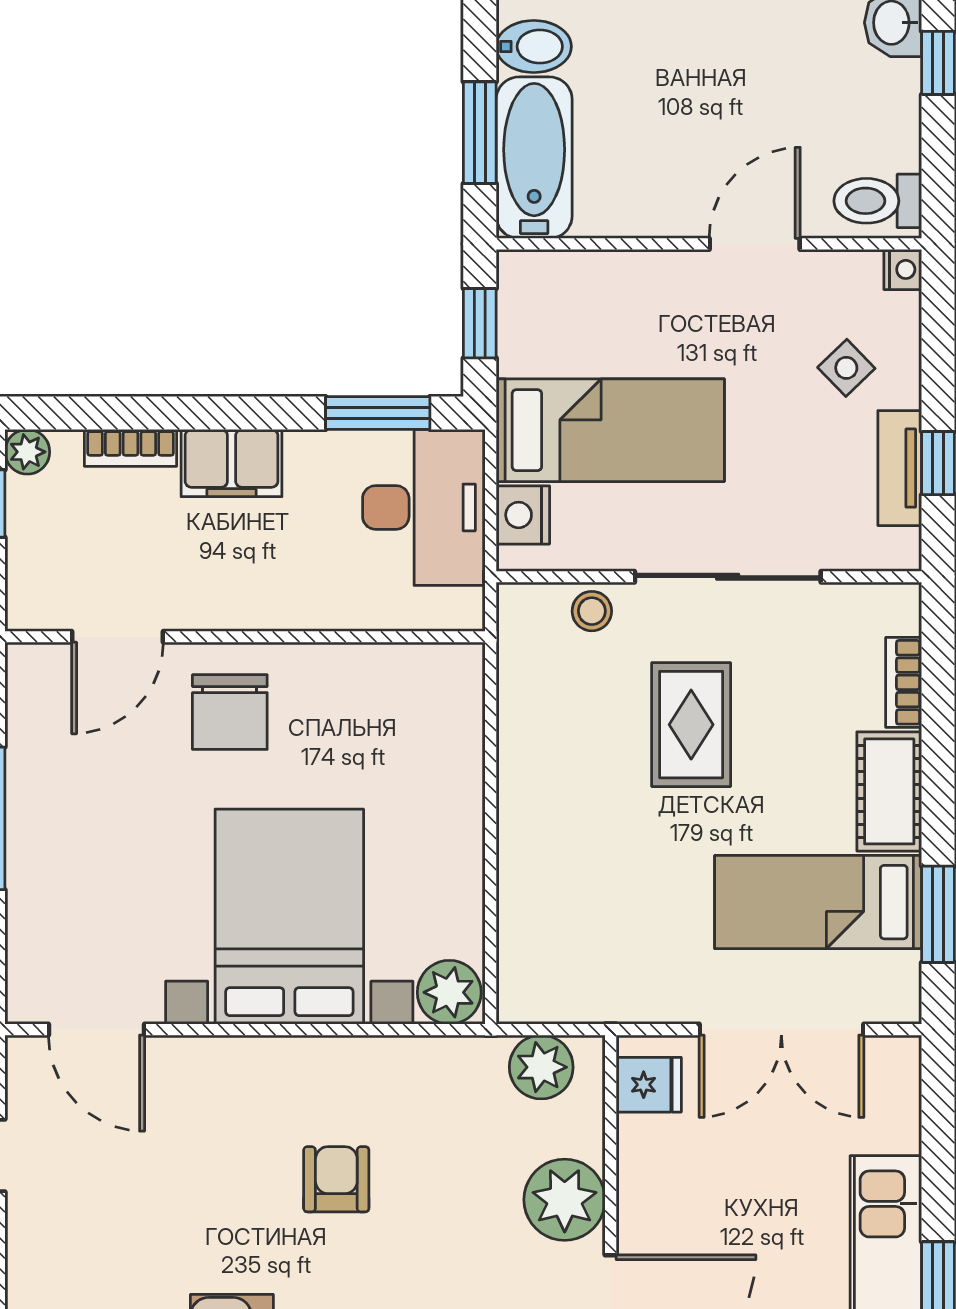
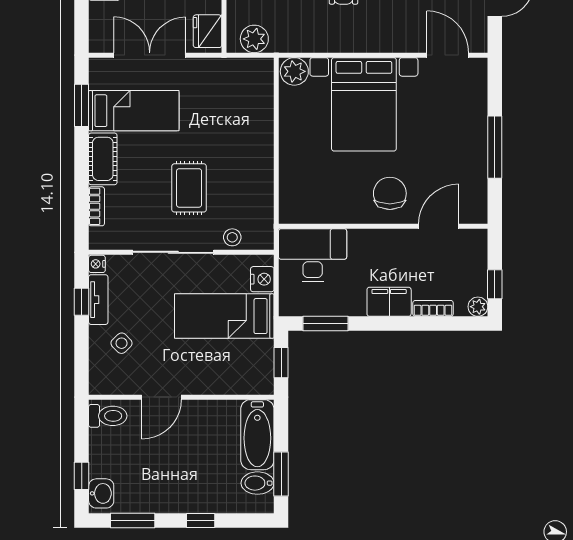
window: (480, 133) -> (281, 474), moved
nightstand: (903, 269) -> (97, 264), moved
desk: (424, 507) -> (313, 255), moved, turned 90
fridge: (649, 1085) -> (208, 31), width x1.38

